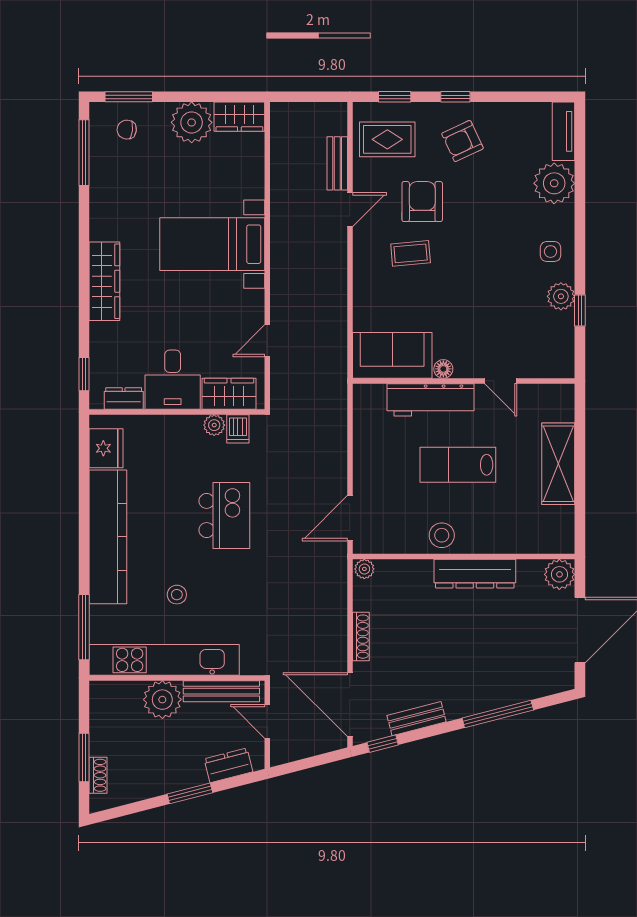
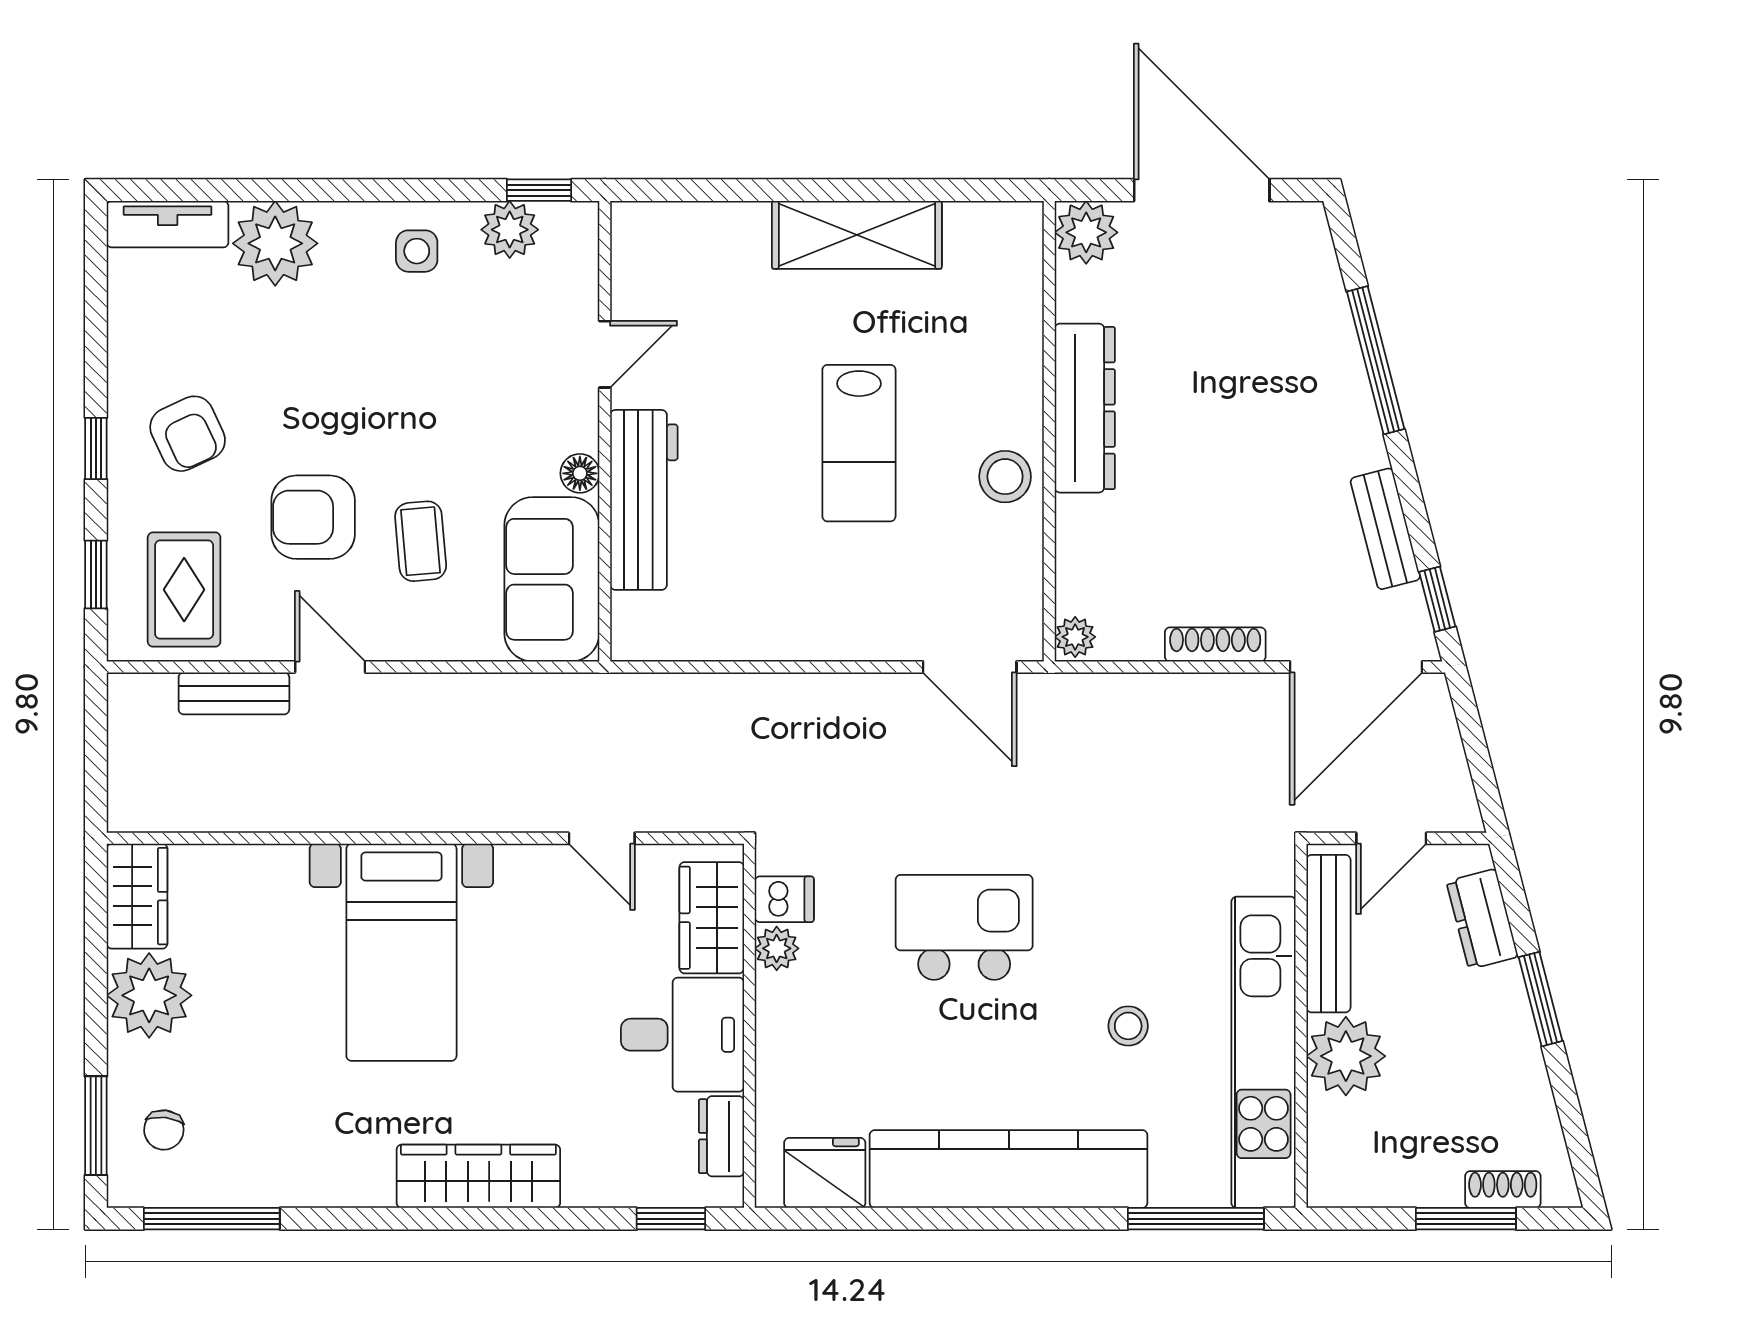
sofa: (392, 355) -> (552, 579), moved
floor lamp: (443, 369) -> (580, 473), moved
wall: (464, 381) -> (605, 431), moved
door: (501, 381) -> (605, 354), moved
workbench: (431, 400) -> (644, 500), moved

